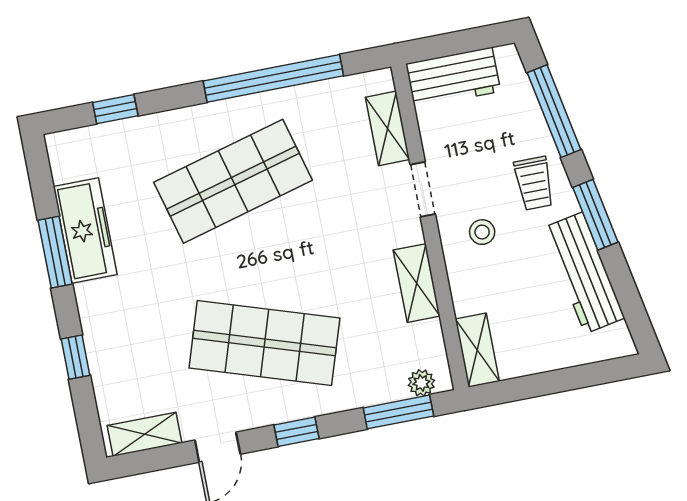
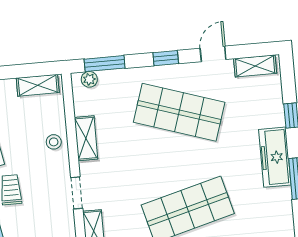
freezer: (85, 231) -> (275, 157), moved
stool: (482, 232) -> (54, 142), moved
shelving: (477, 350) -> (38, 85), moved, turned 90

